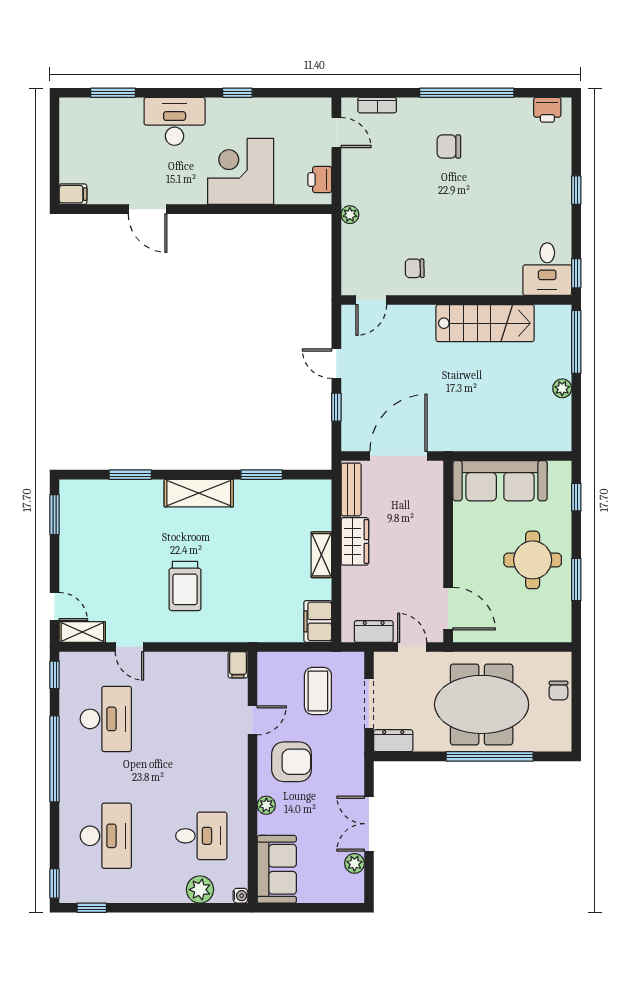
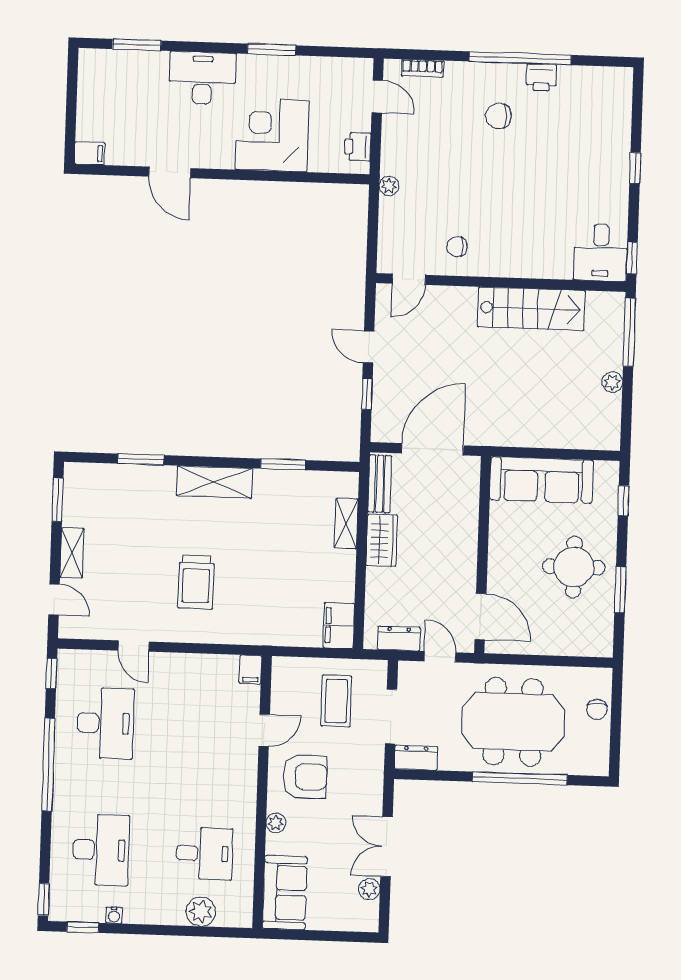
window: (237, 93) -> (272, 50), width x1.50
printer: (547, 110) -> (541, 77), moved
shelving: (321, 555) -> (346, 523), moved
shelving: (82, 632) -> (72, 553), moved, turned 90
water cooler: (240, 896) -> (114, 915), moved, turned 90

